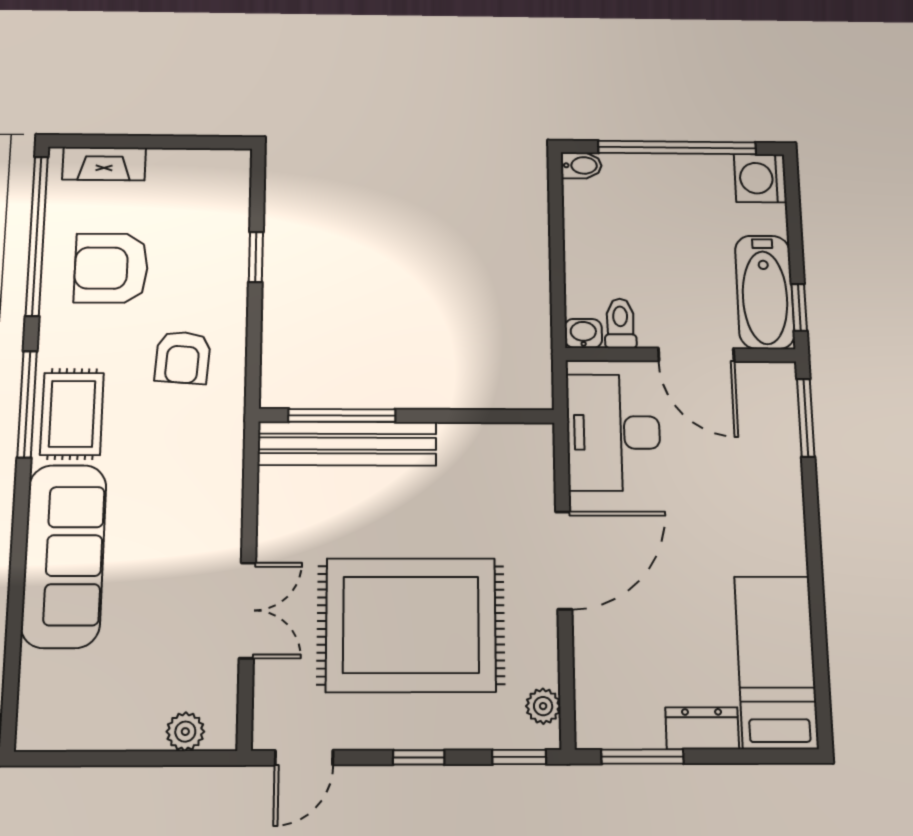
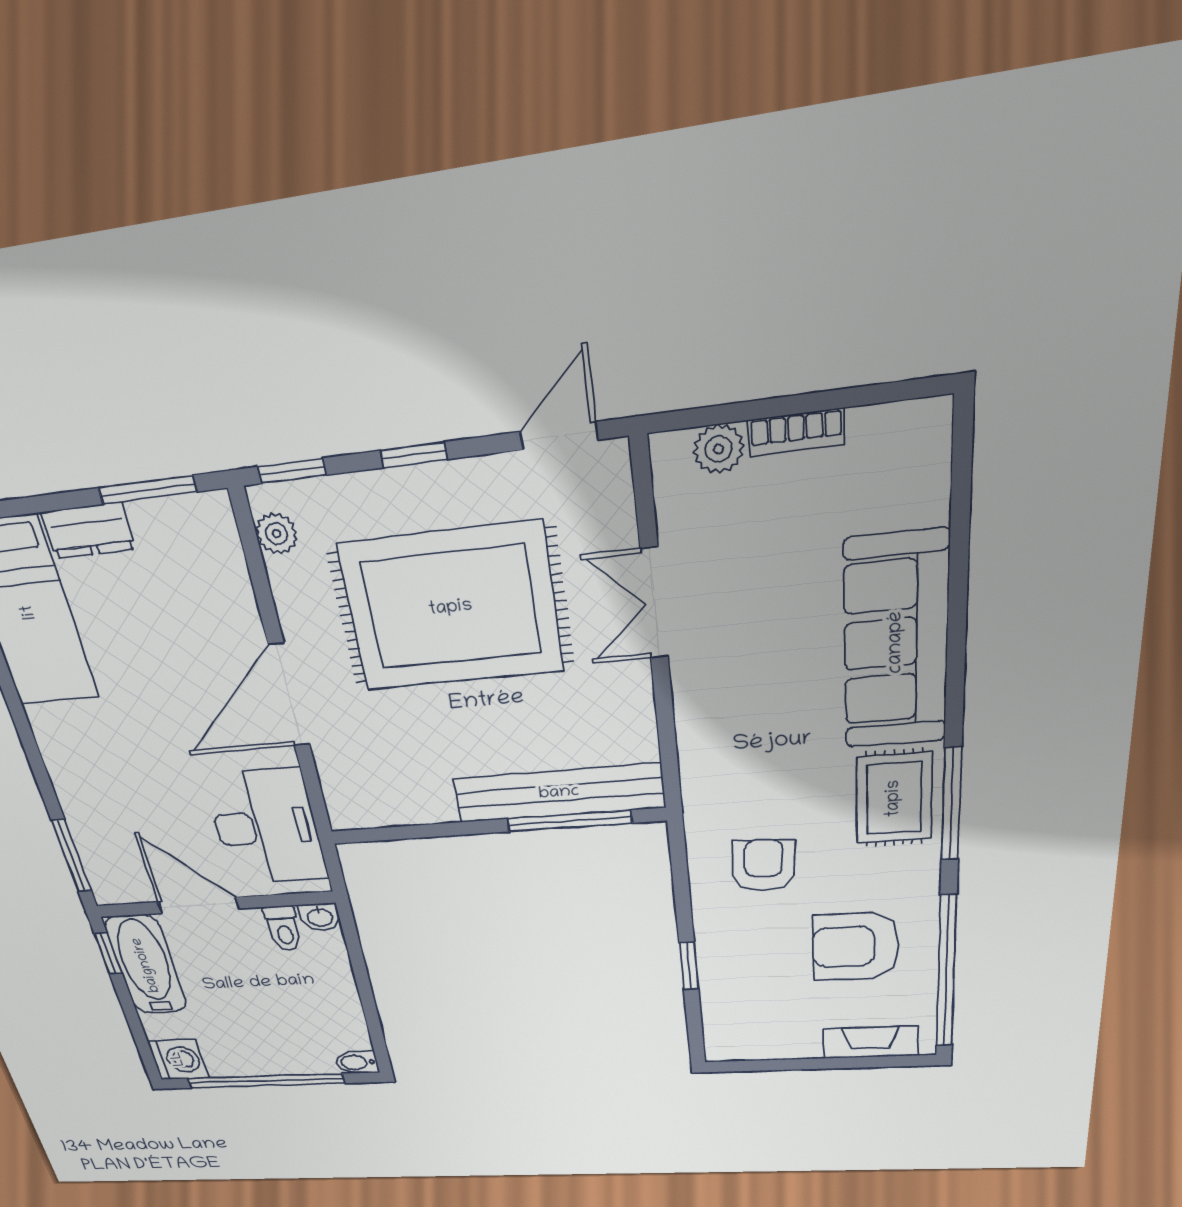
armchair: (111, 268) -> (856, 946), turned 180
bookcase: (127, 737) -> (796, 432), added

